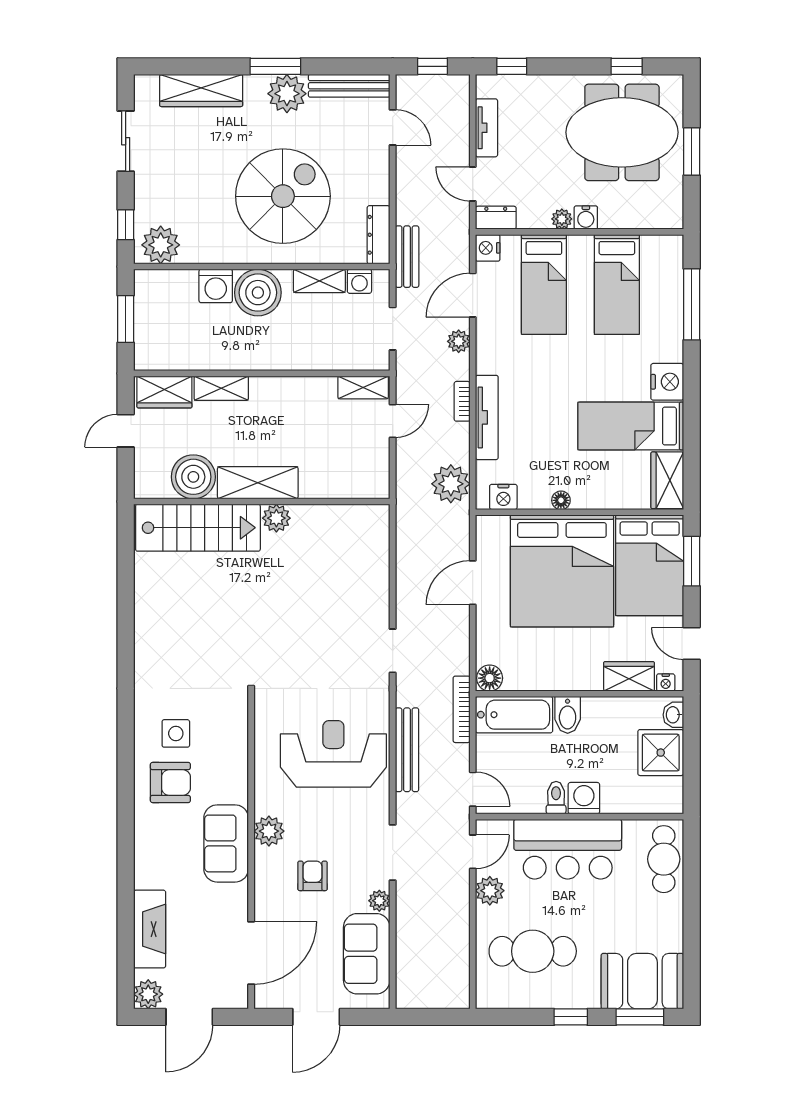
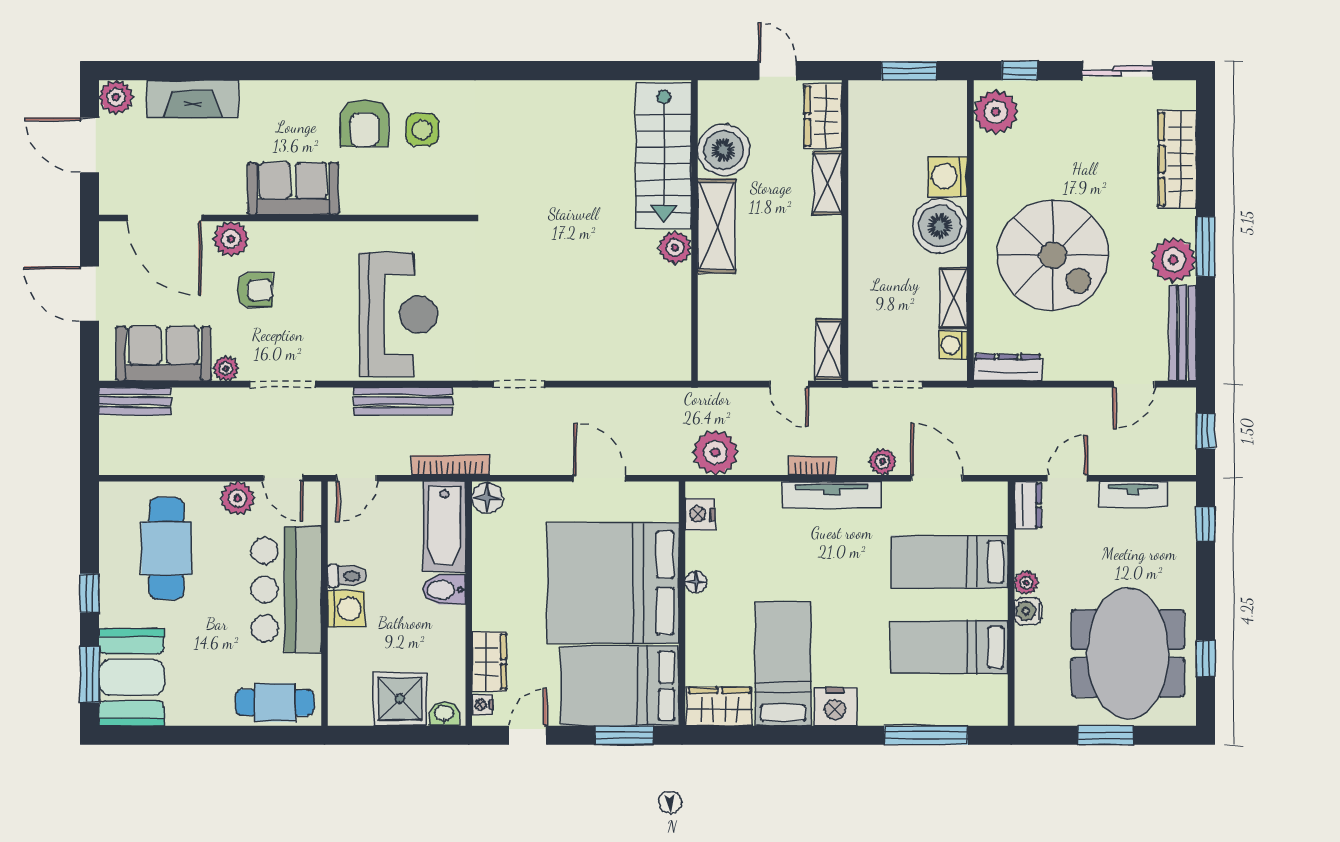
nightstand: (488, 248) -> (992, 496), removed
bench: (407, 257) -> (135, 401), moved
tv unit: (487, 417) -> (832, 495), moved
plant: (269, 831) -> (231, 239), moved

